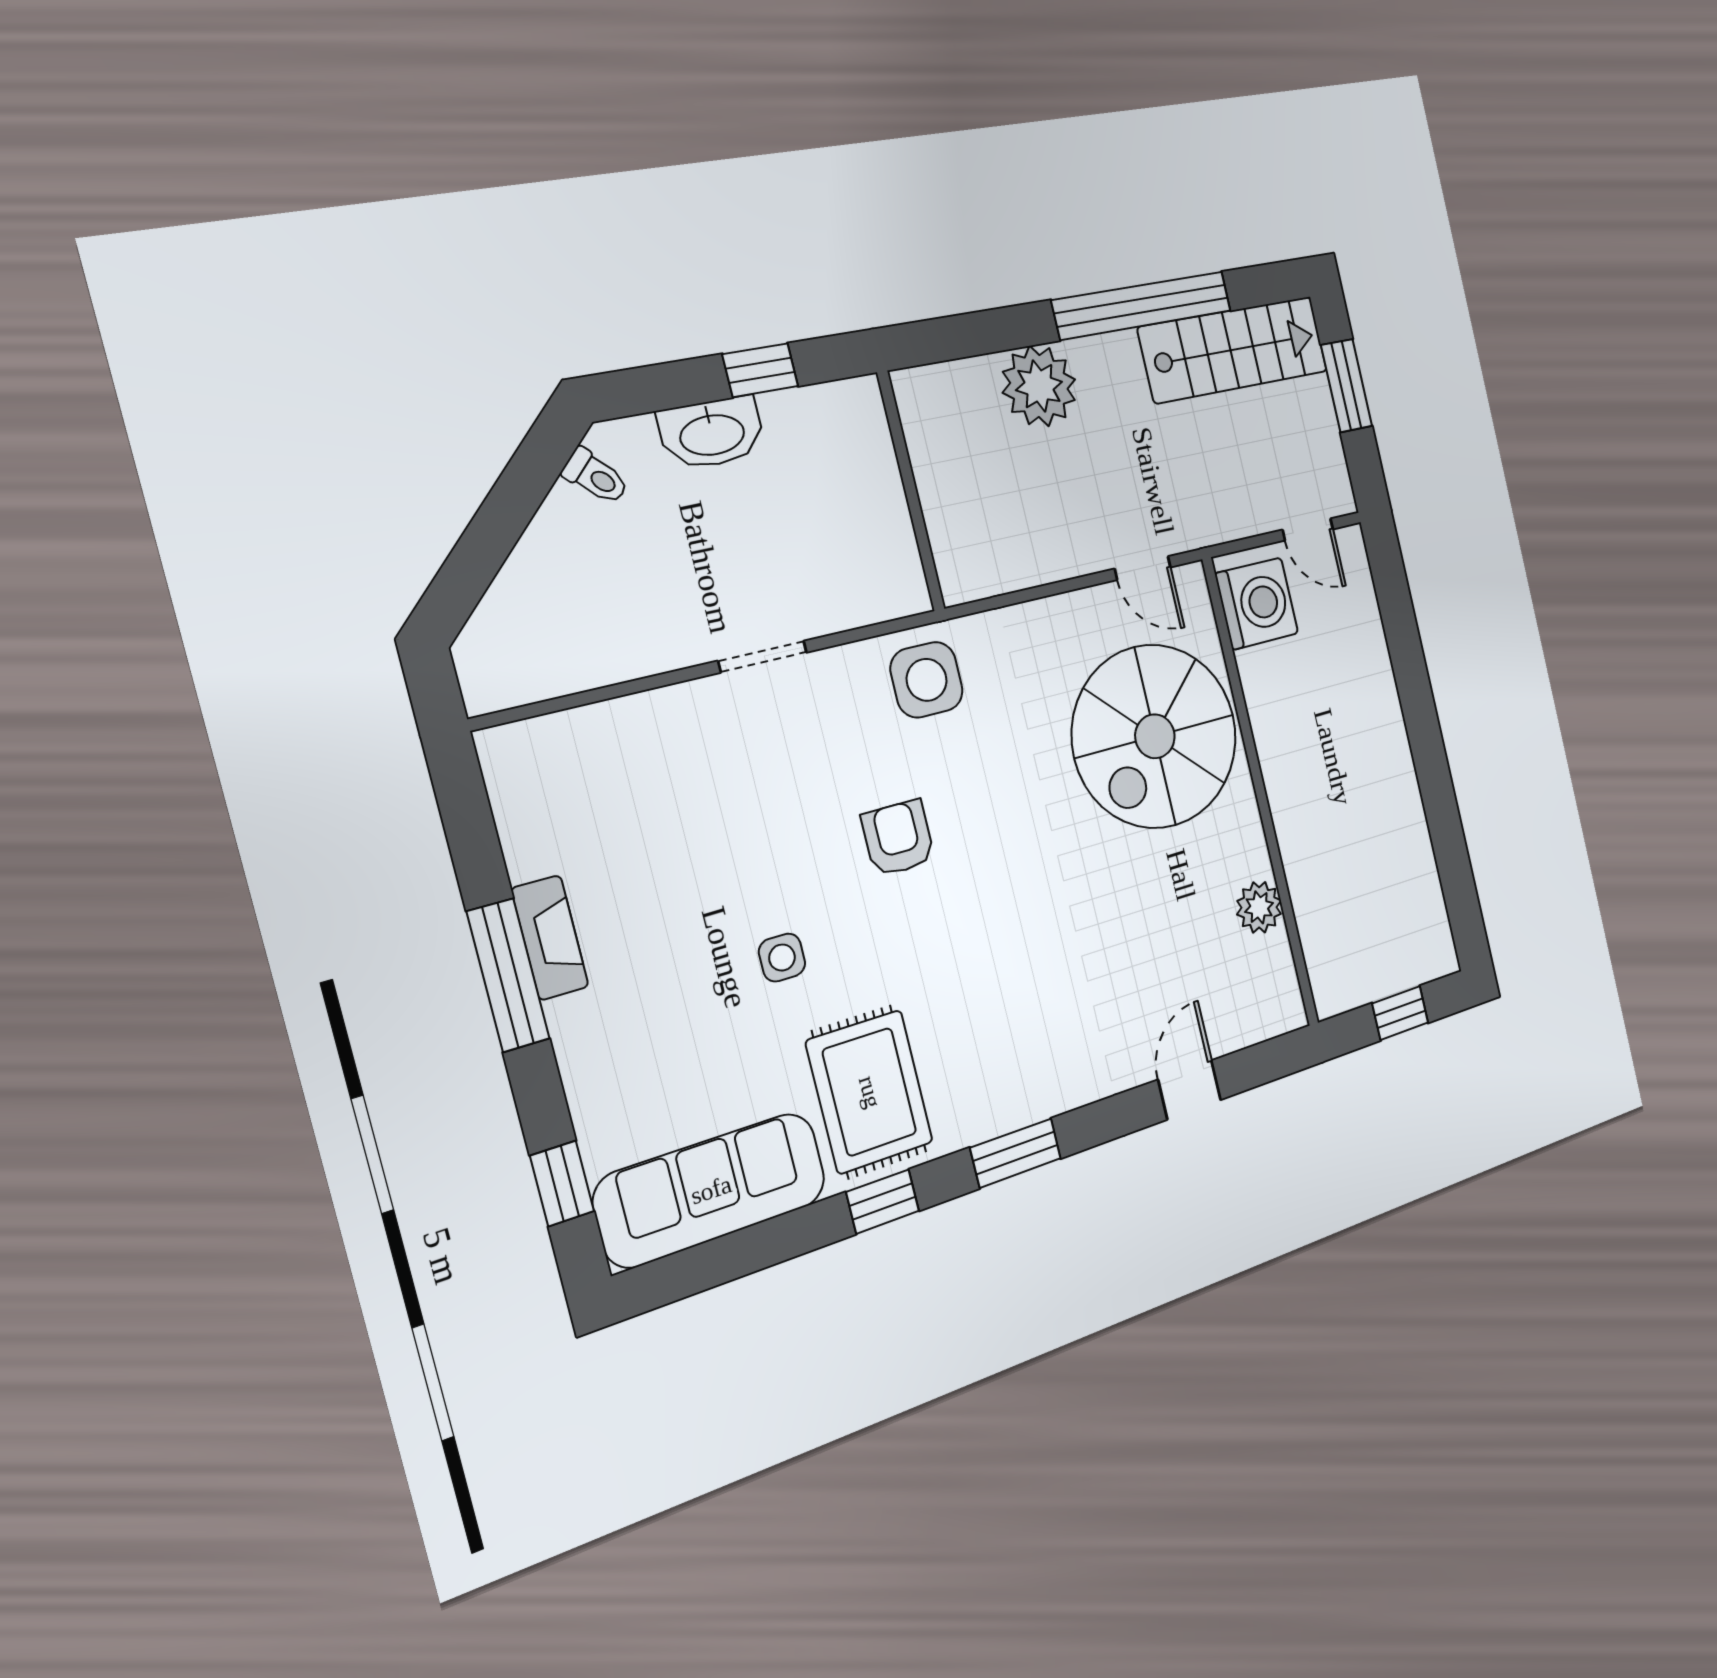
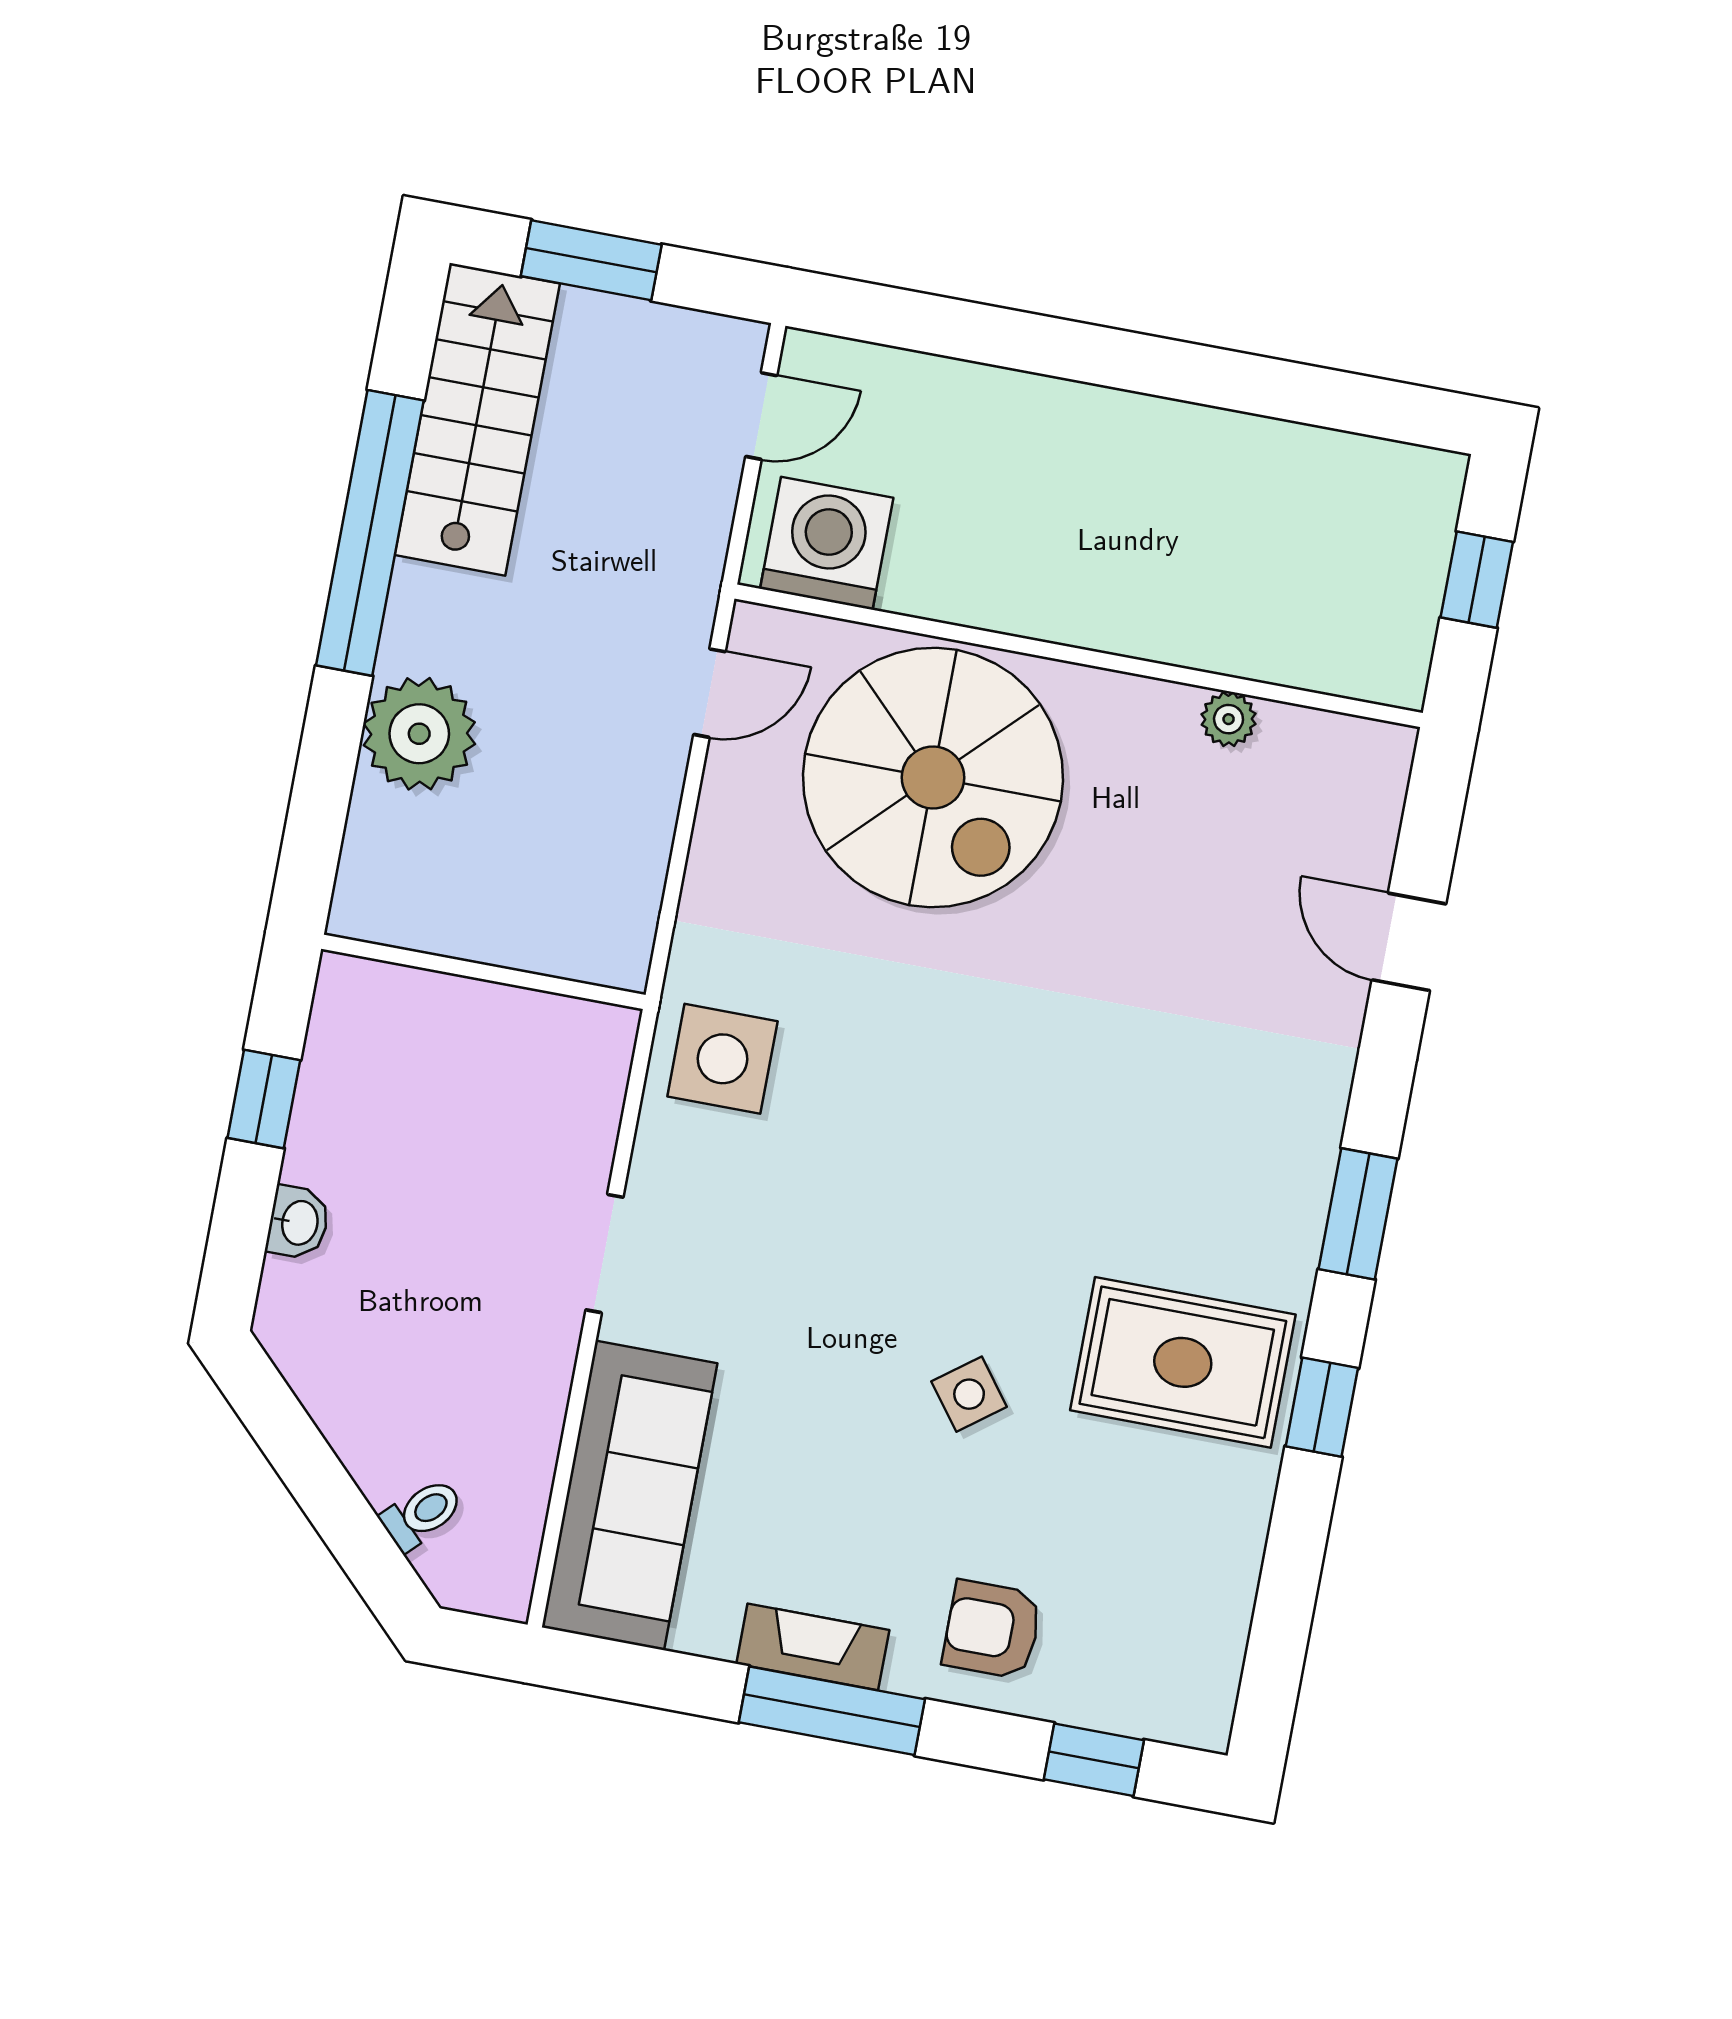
washbasin: (712, 433) -> (298, 1223), width x0.52, depth x0.69
toilet: (596, 477) -> (422, 1514), moved
armchair: (898, 838) -> (992, 1629), moved
plant: (1259, 907) -> (1229, 719), width x0.73, depth x0.73
side table: (782, 958) -> (969, 1394), turned -37
sofa: (711, 1190) -> (630, 1495), moved, turned 180

